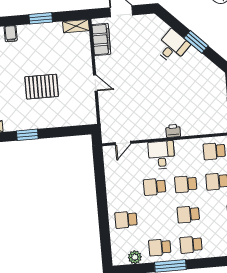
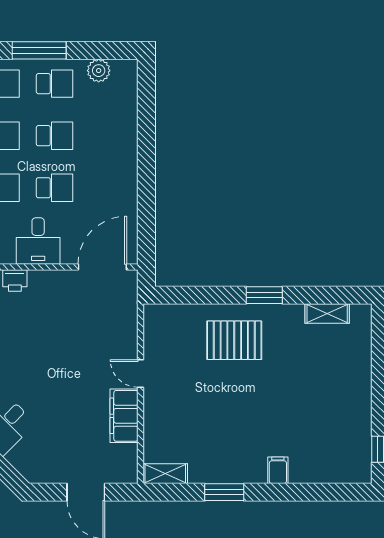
filing cabinet: (101, 39) -> (124, 416), moved
pallet: (42, 87) -> (234, 340), moved
door: (123, 143) -> (102, 267), width x1.87
school desk: (126, 220) -> (55, 136), moved

